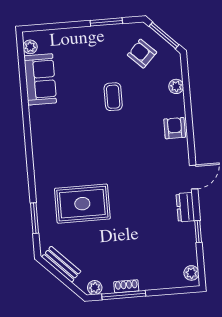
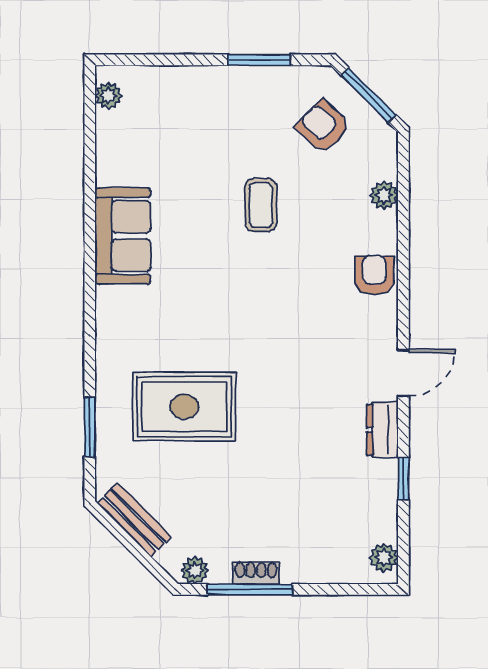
sofa: (40, 79) -> (123, 236), moved

